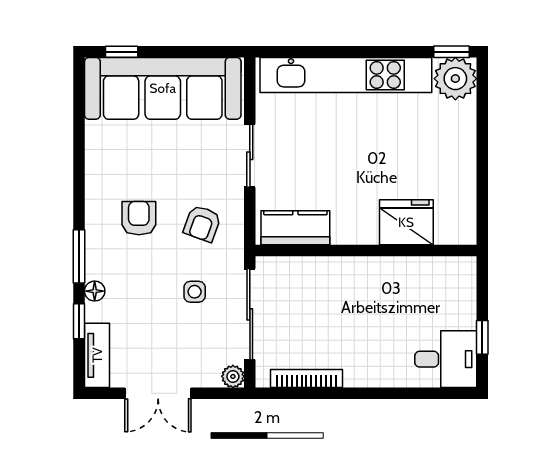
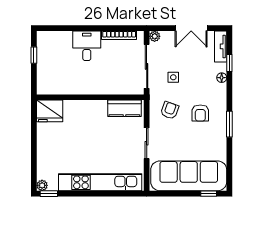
plant: (455, 79) -> (42, 185), width x0.53, depth x0.53
fridge: (406, 222) -> (50, 111), moved
window: (79, 256) -> (229, 124), moved
desk: (446, 359) -> (87, 46), moved, turned 90
double door: (158, 393) -> (191, 28), swing flipped

